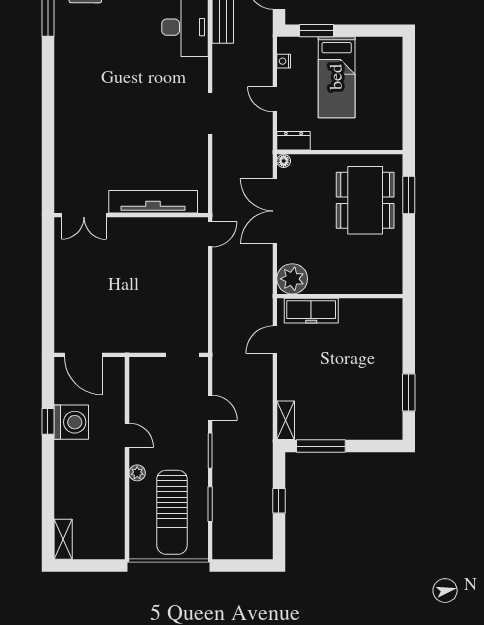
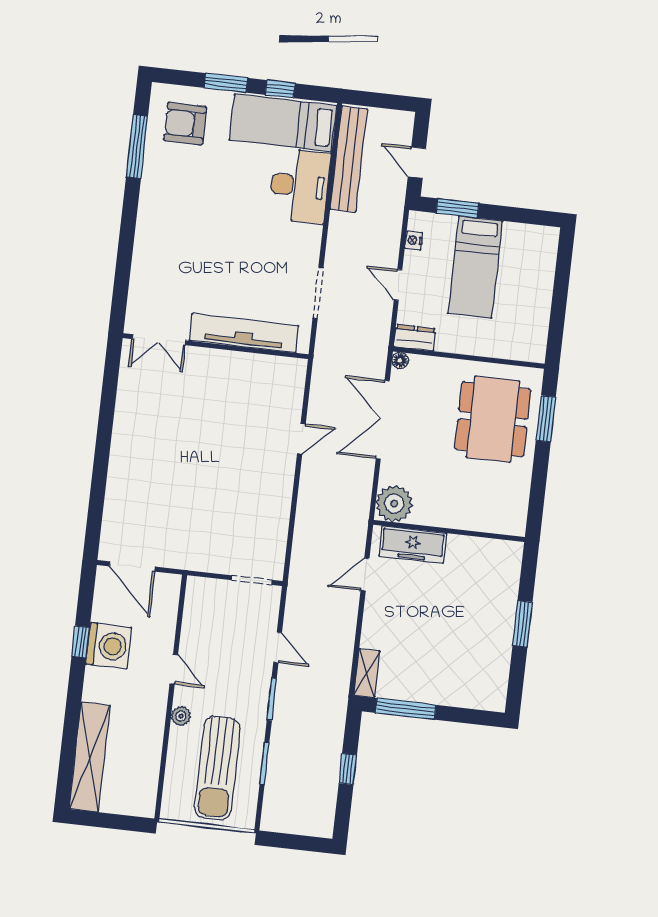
tv unit: (153, 202) -> (244, 333), moved
double door: (84, 215) -> (159, 340), moved
wall: (131, 215) -> (216, 346), moved
window: (409, 392) -> (523, 624), moved
shelving: (63, 539) -> (90, 757), width x2.20, depth x1.33

